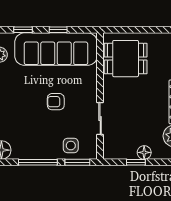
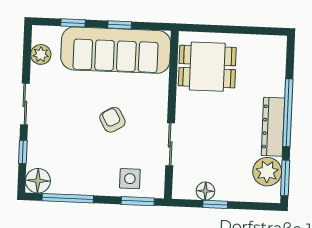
armchair: (56, 102) -> (112, 120), turned 60
floor lamp: (144, 152) -> (205, 191), moved
window: (38, 162) -> (68, 198), moved

